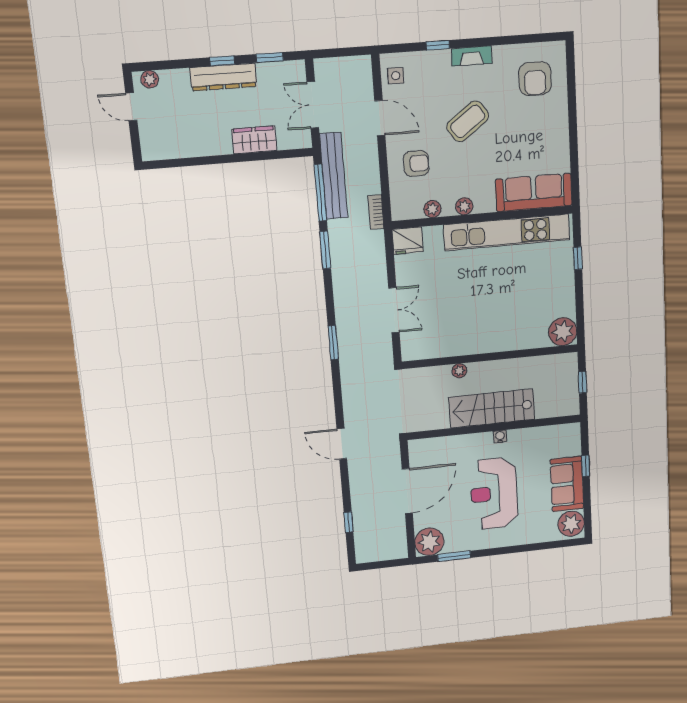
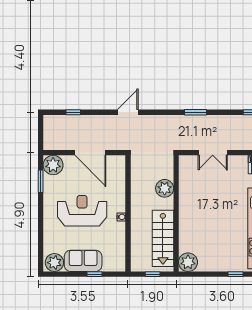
plant: (459, 371) -> (165, 188), width x1.88, depth x1.88
stairs: (492, 408) -> (163, 238), moved, turned 180

